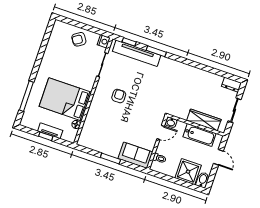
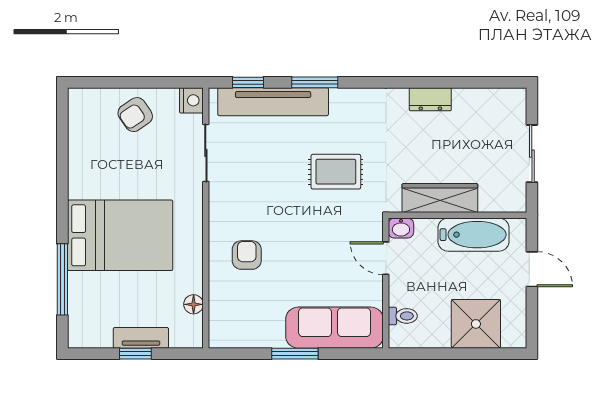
dresser: (231, 85) -> (430, 99), moved
rug: (152, 90) -> (336, 172), added
armchair: (119, 96) -> (247, 255), moved
bed: (65, 99) -> (120, 235), moved, turned 180
wardrobe: (204, 120) -> (440, 198), moved
door: (161, 132) -> (386, 258), swing flipped
sofa: (135, 155) -> (335, 328), width x1.36
bidet: (203, 180) -> (514, 331), removed

